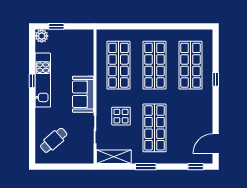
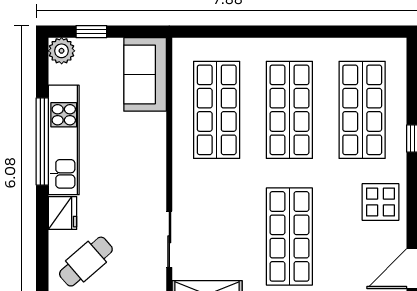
window: (32, 81) -> (42, 141), width x3.17
sofa: (83, 94) -> (145, 74), moved
fridge: (42, 116) -> (63, 213), added
display table: (121, 116) -> (380, 202), moved

